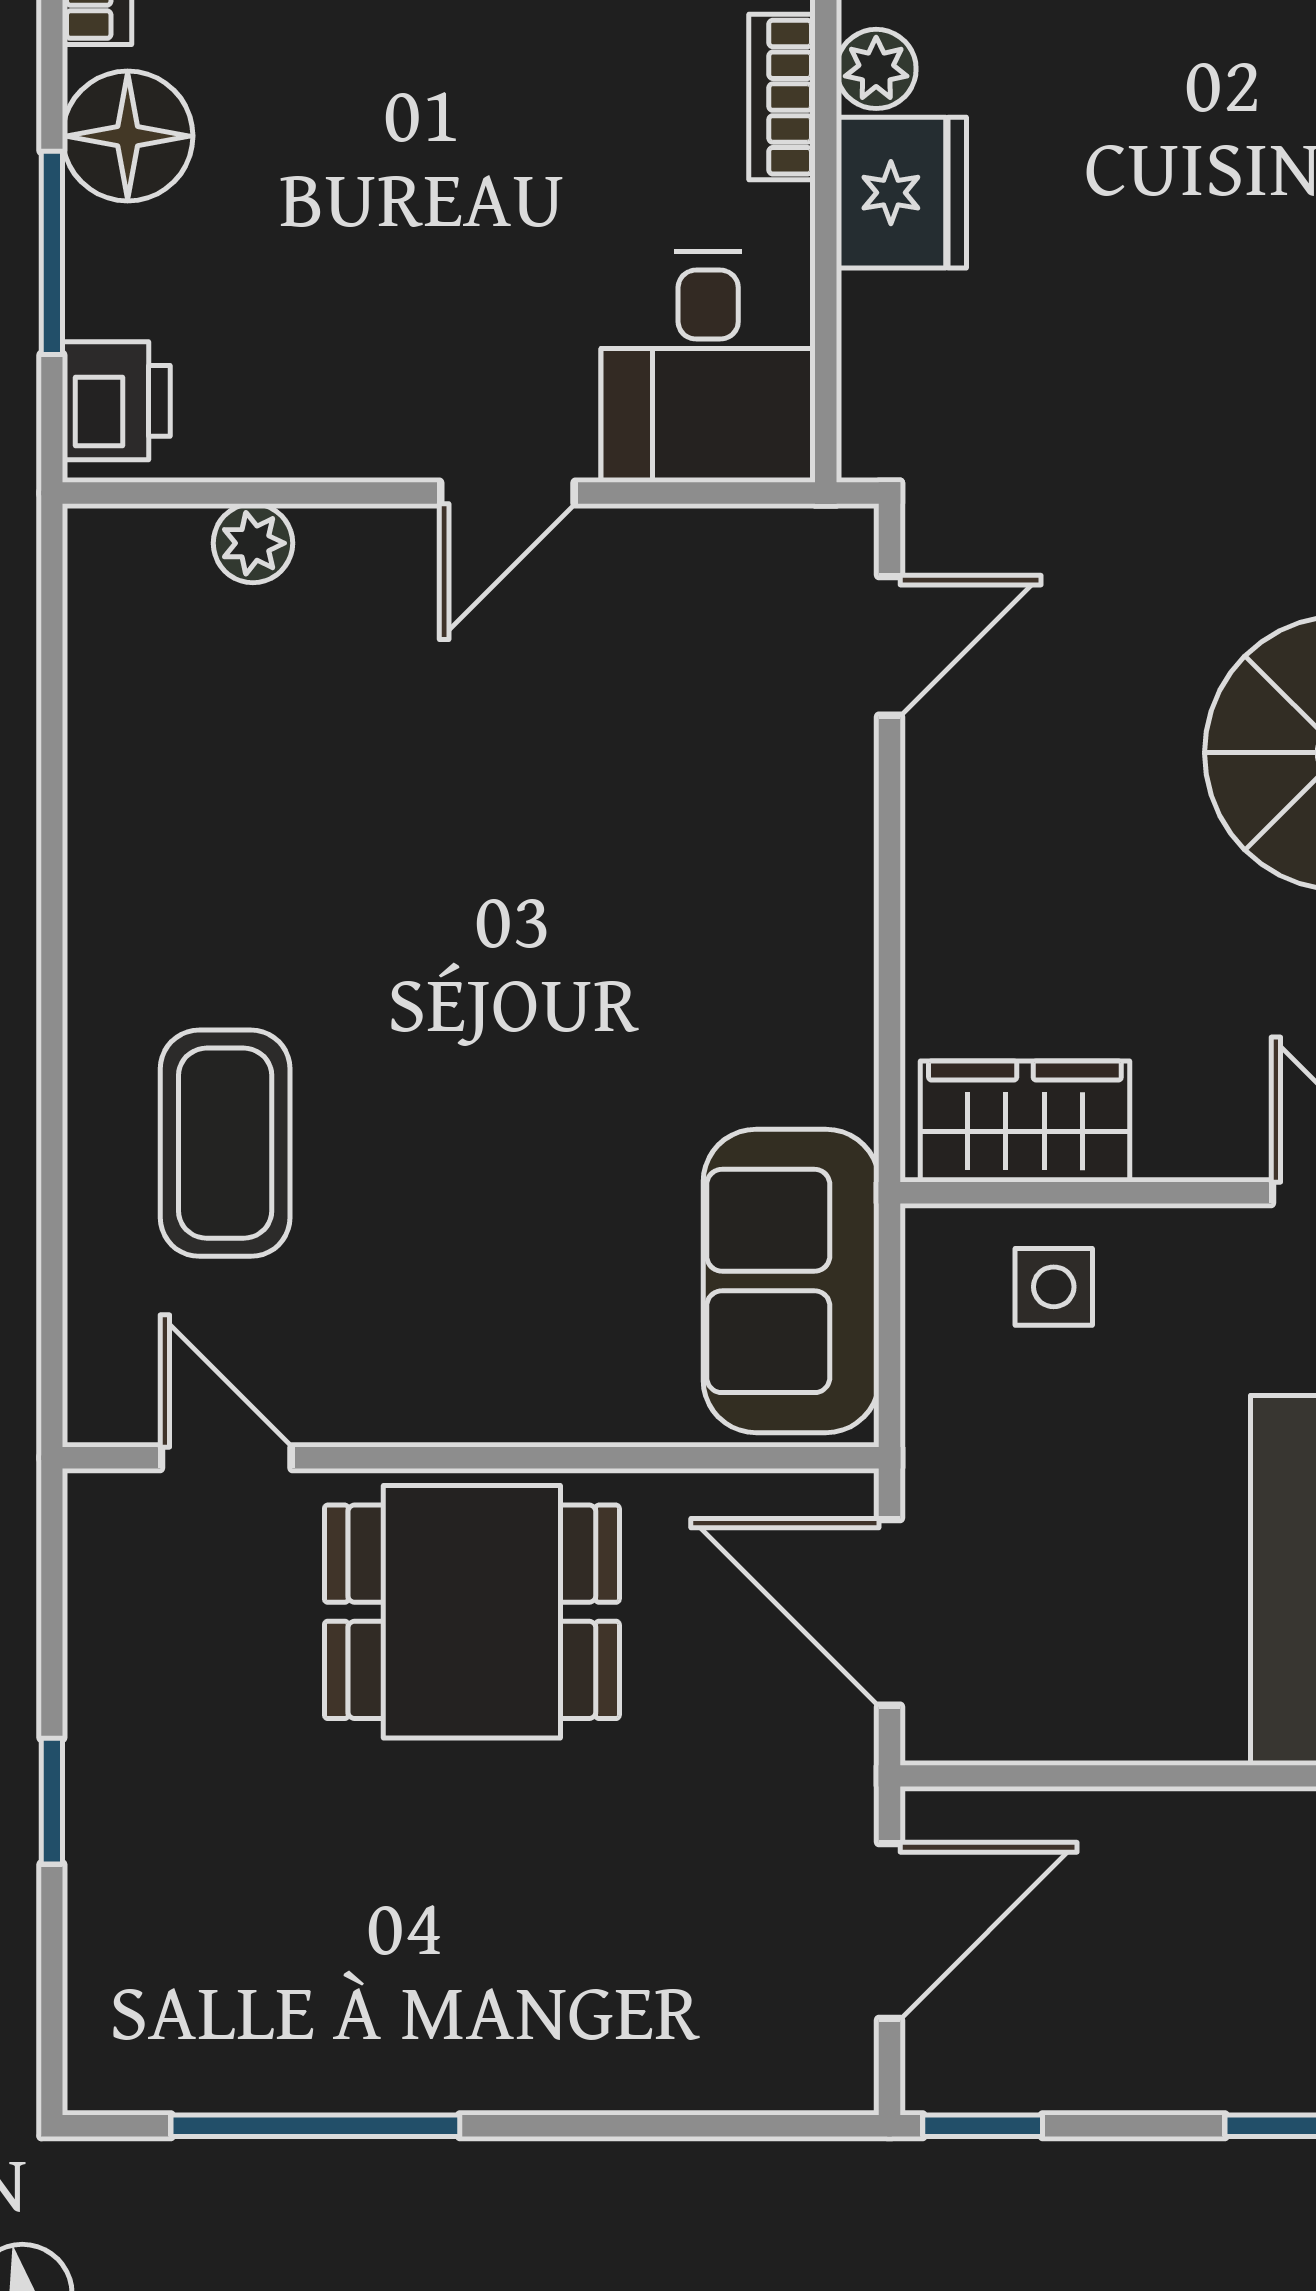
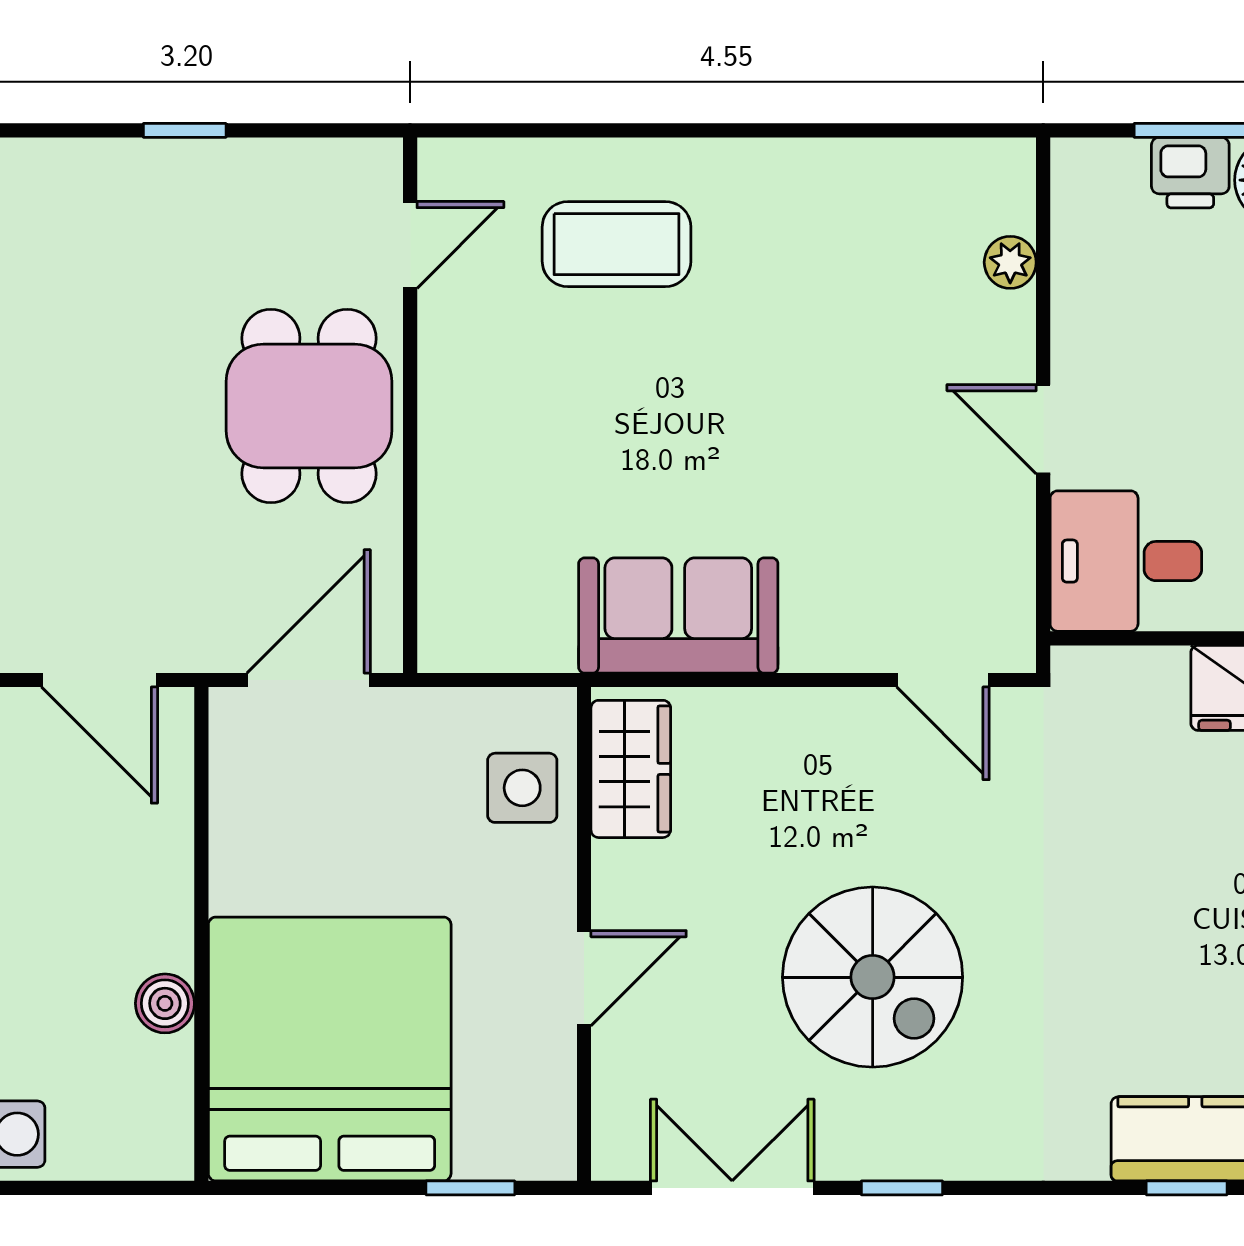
printer: (116, 401) -> (1190, 173), moved
sofa: (791, 1281) -> (678, 615), moved
side table: (1054, 1287) -> (522, 788), width x1.37, depth x1.37

